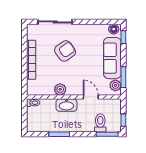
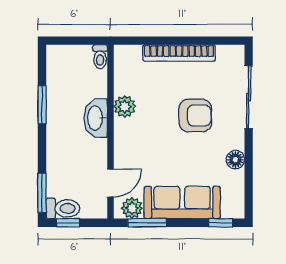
floor lamp: (114, 29) -> (235, 160), moved
armchair: (65, 51) -> (195, 115), turned -55
door: (91, 97) -> (111, 183), moved
toilet: (100, 123) -> (63, 208), moved

